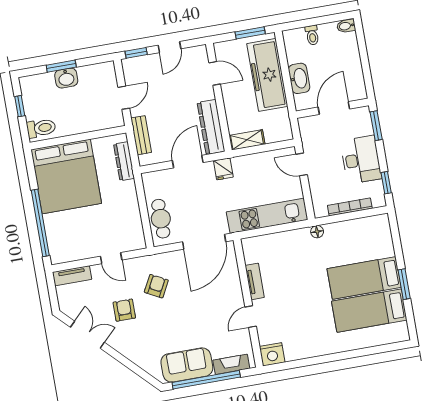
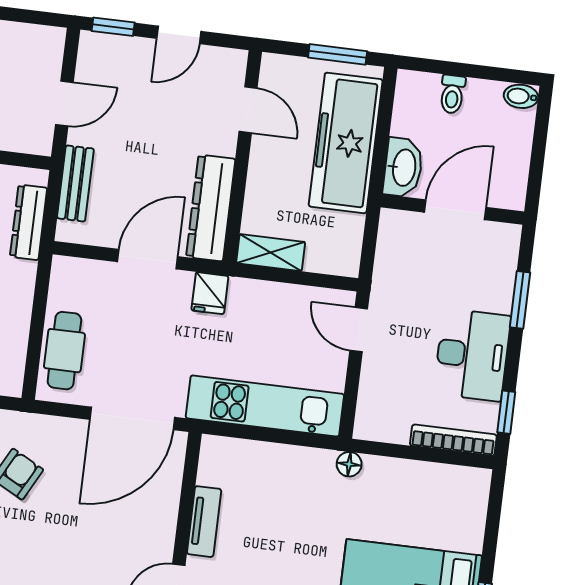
wall: (332, 108) -> (452, 209), moved
door: (334, 108) -> (455, 210), moved
bookcase: (350, 207) -> (453, 440), moved

